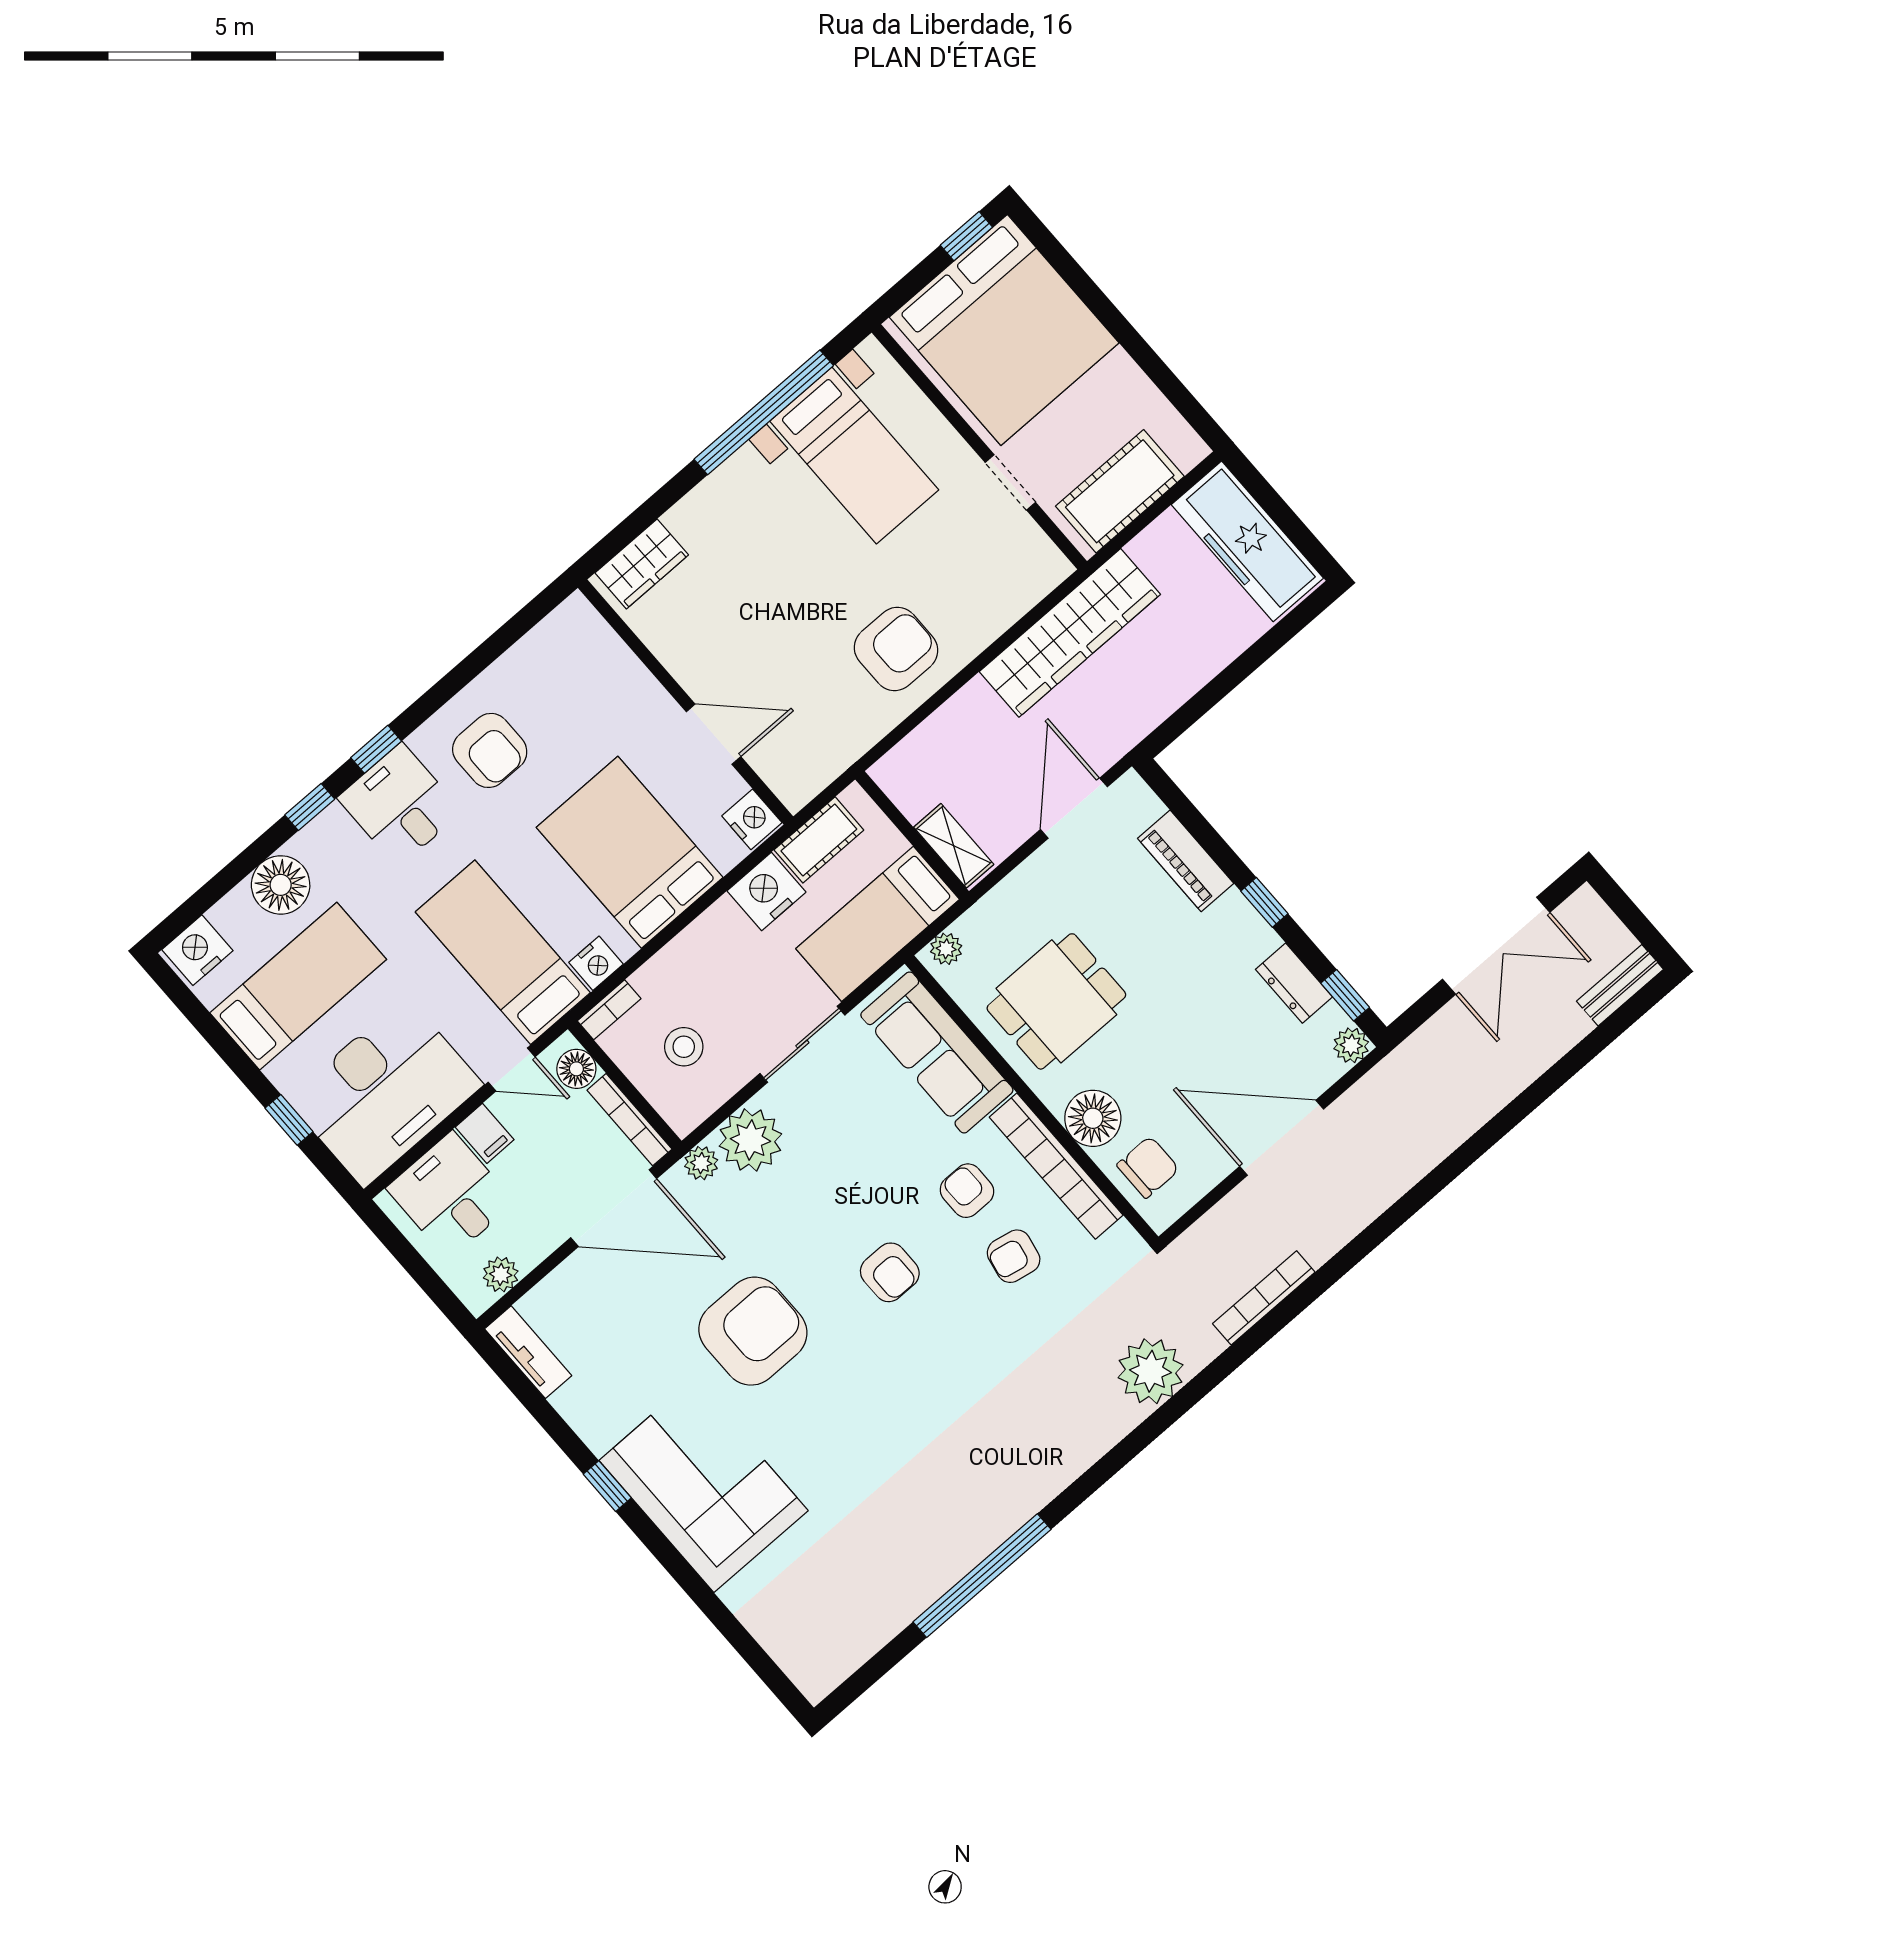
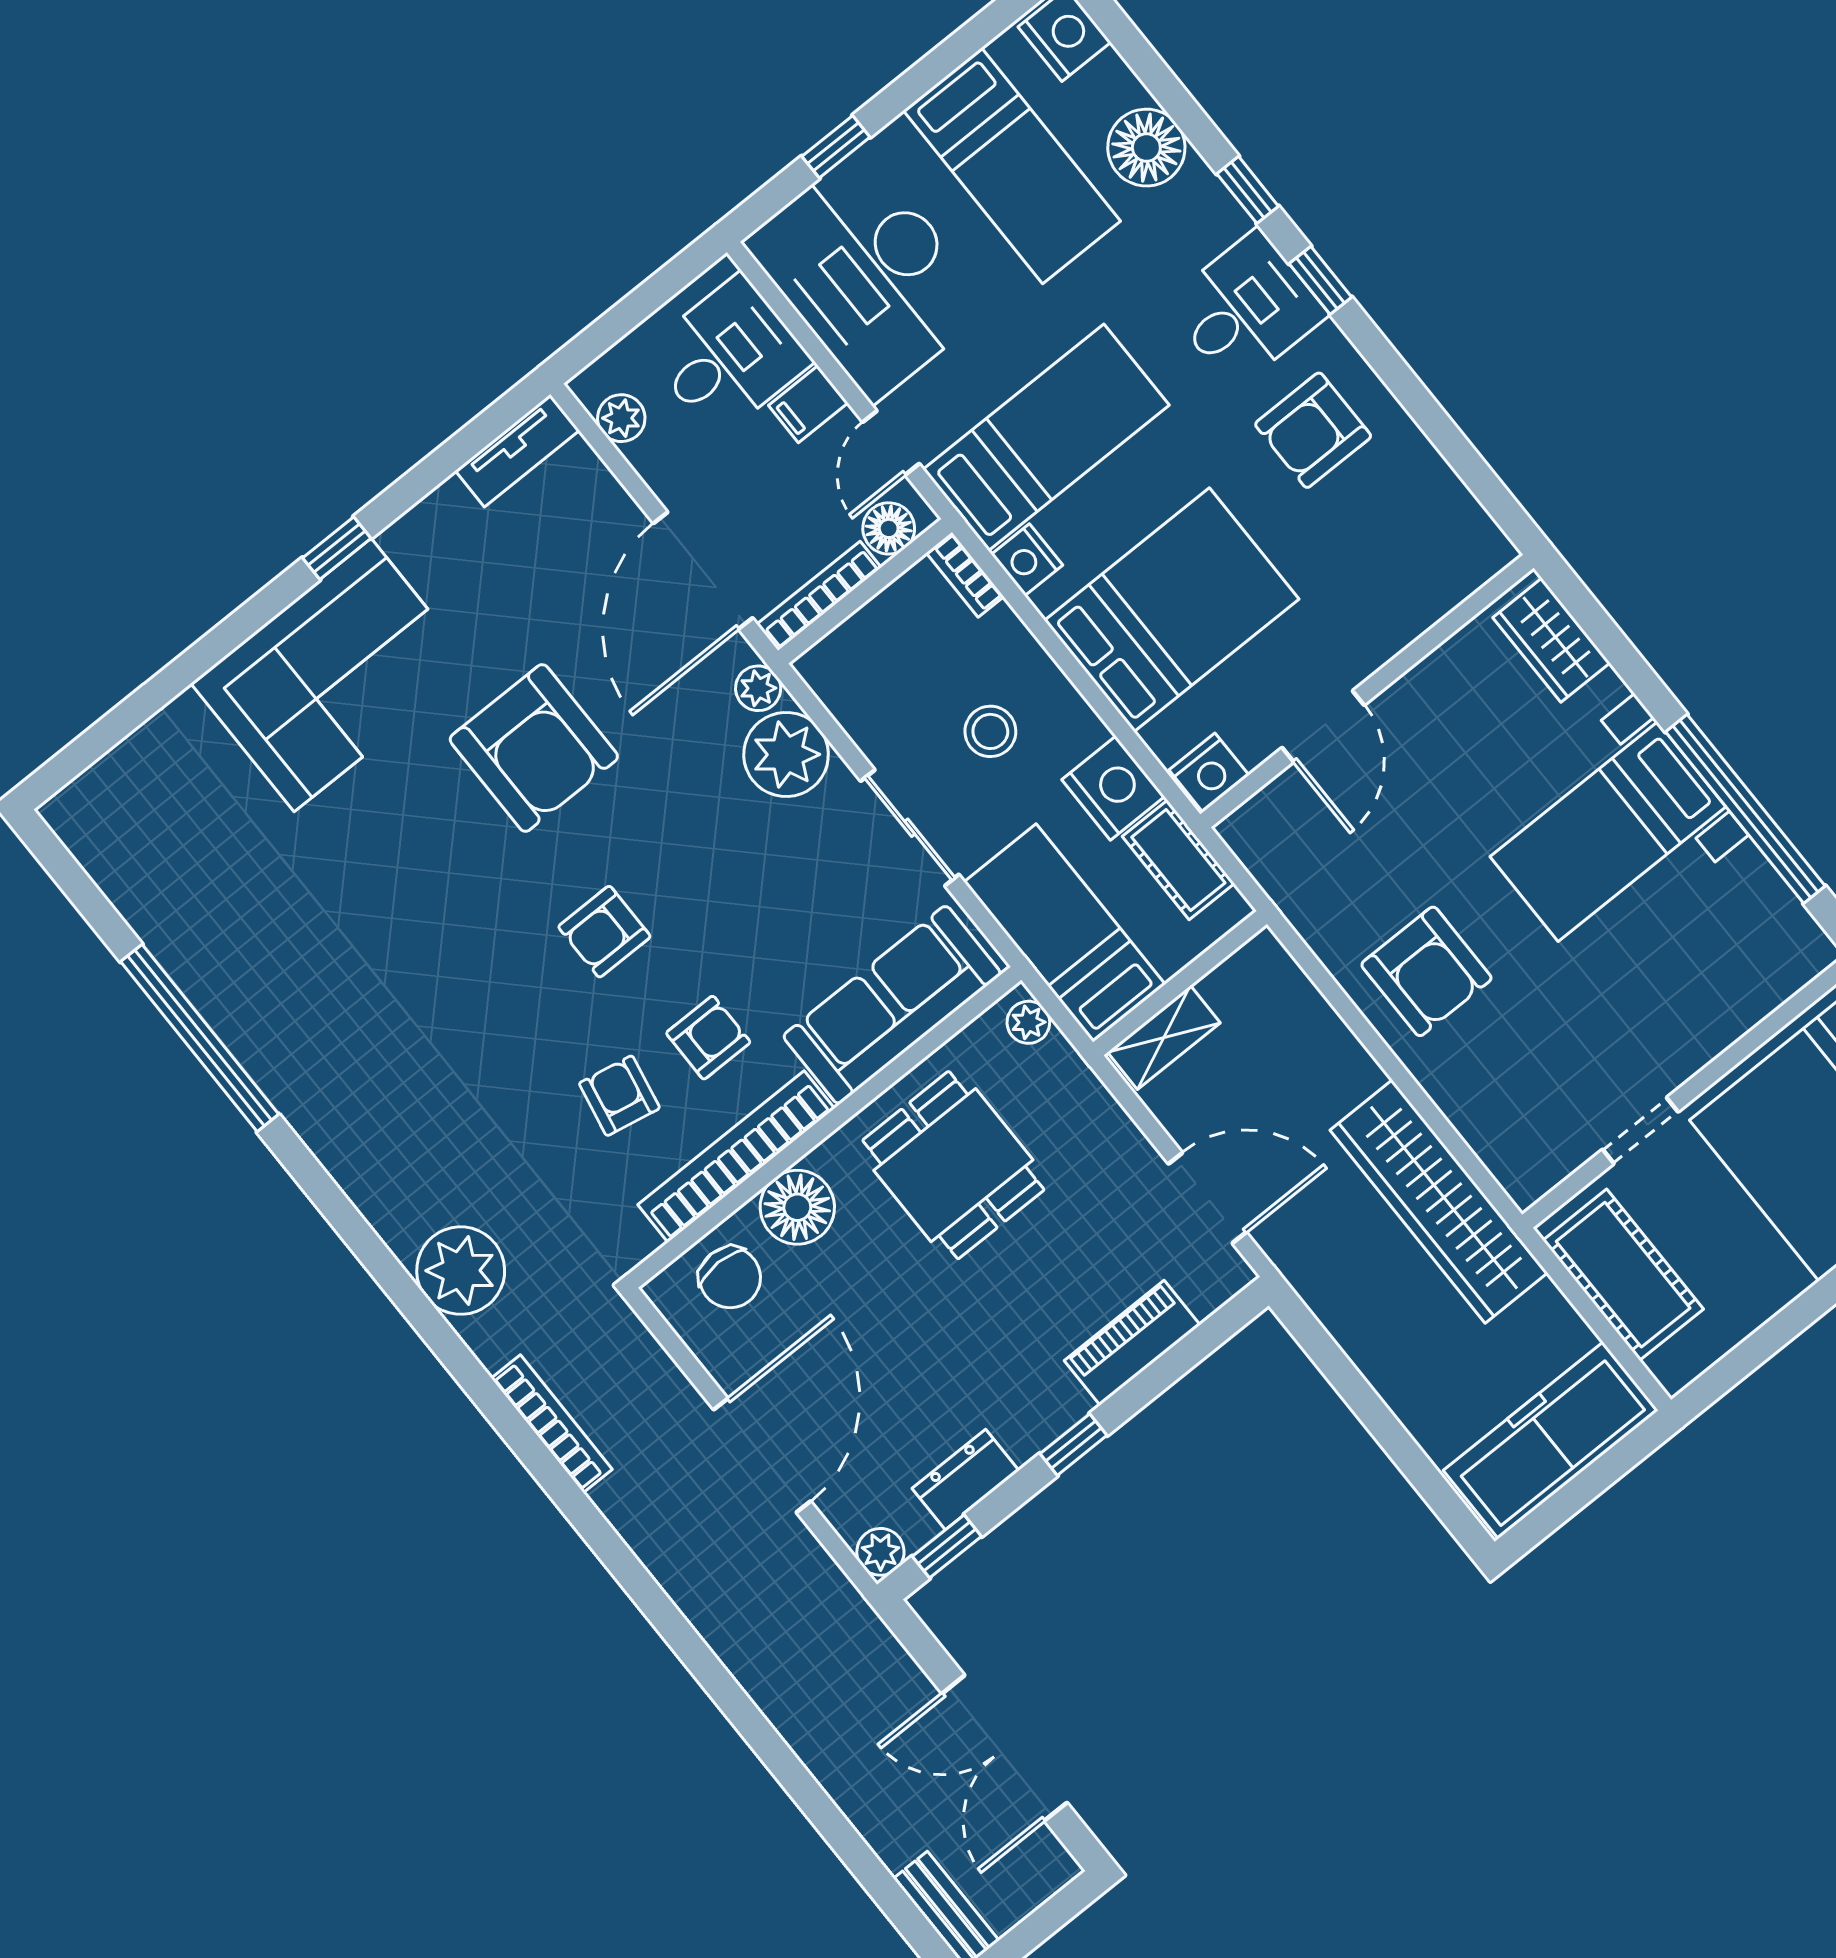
bed with nightstands: (854, 456) -> (1608, 832), moved
stool: (684, 1047) -> (990, 731), moved

